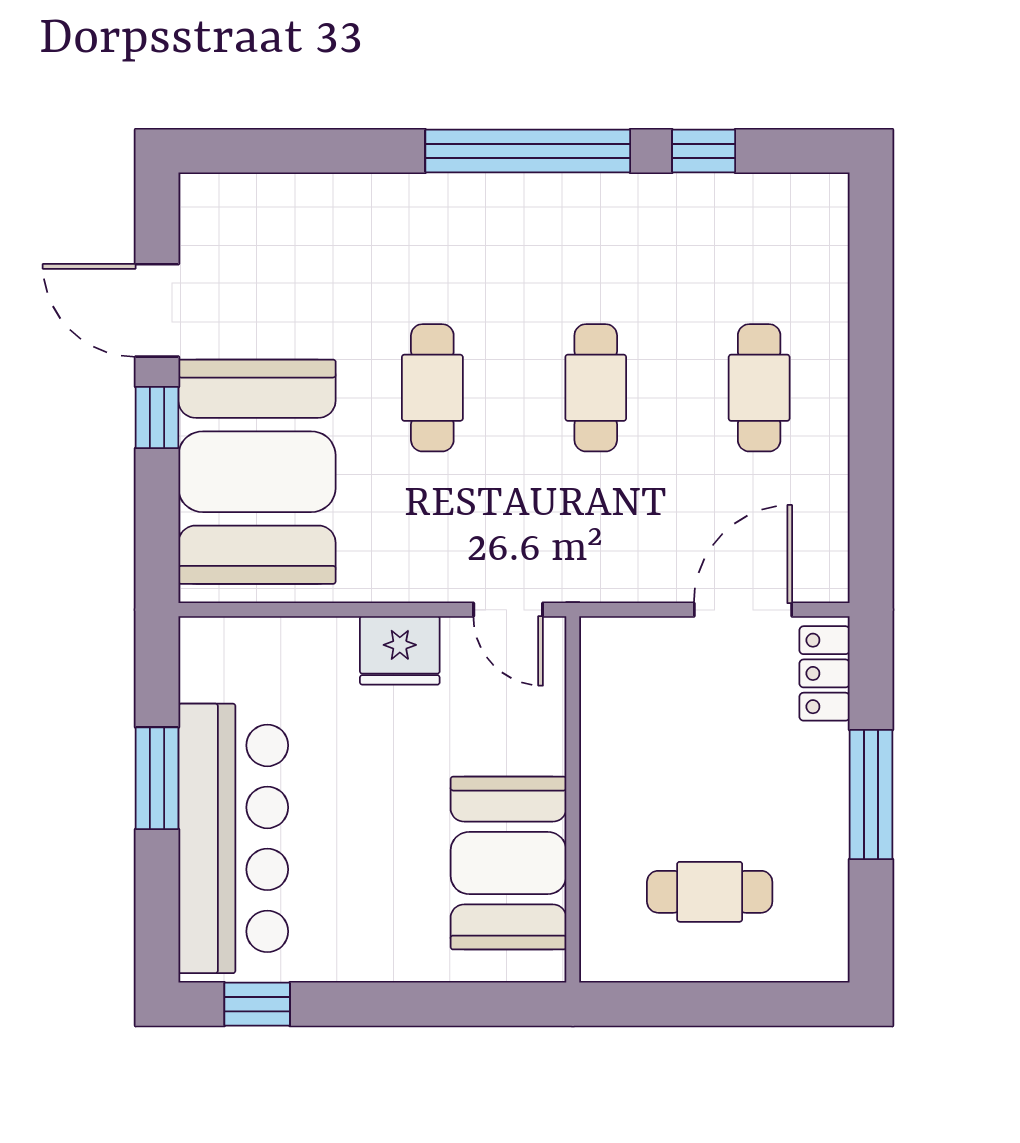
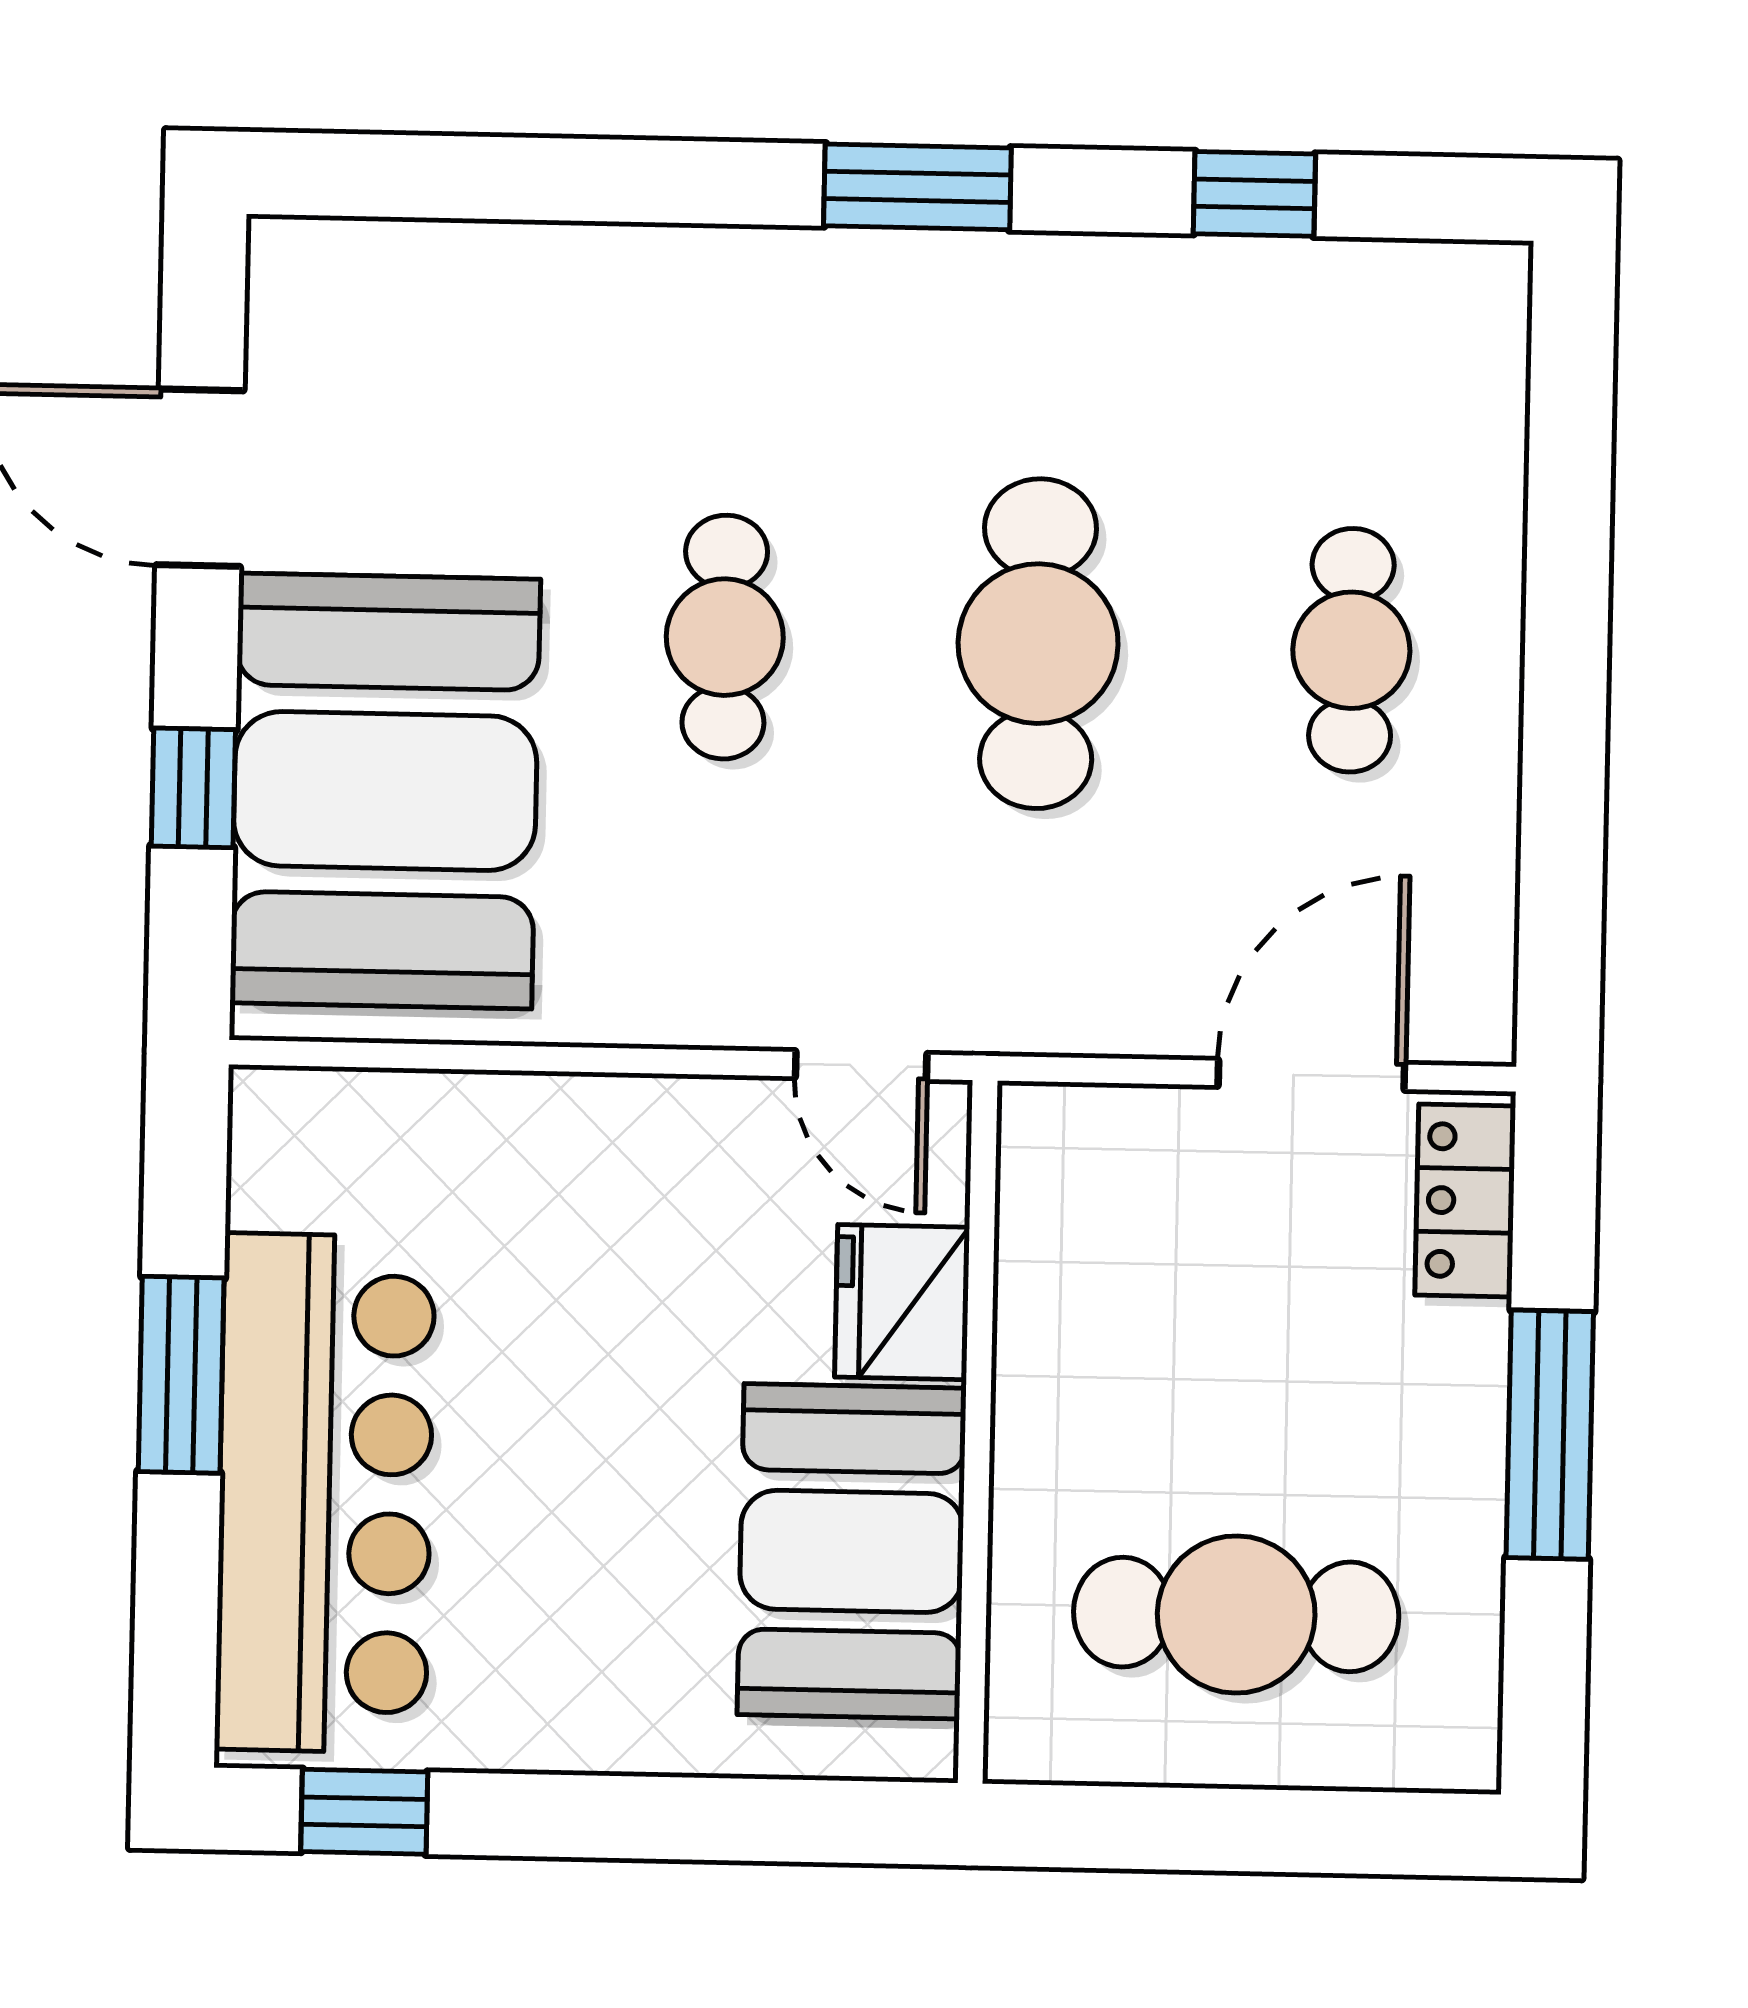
window: (528, 151) -> (917, 187), width x0.47
cafe table: (596, 388) -> (1038, 644), width x1.37, depth x1.35
window: (157, 417) -> (193, 788), moved
fridge: (400, 650) -> (902, 1302), moved, turned 90
cafe table: (710, 892) -> (1236, 1615), width x1.37, depth x1.35

